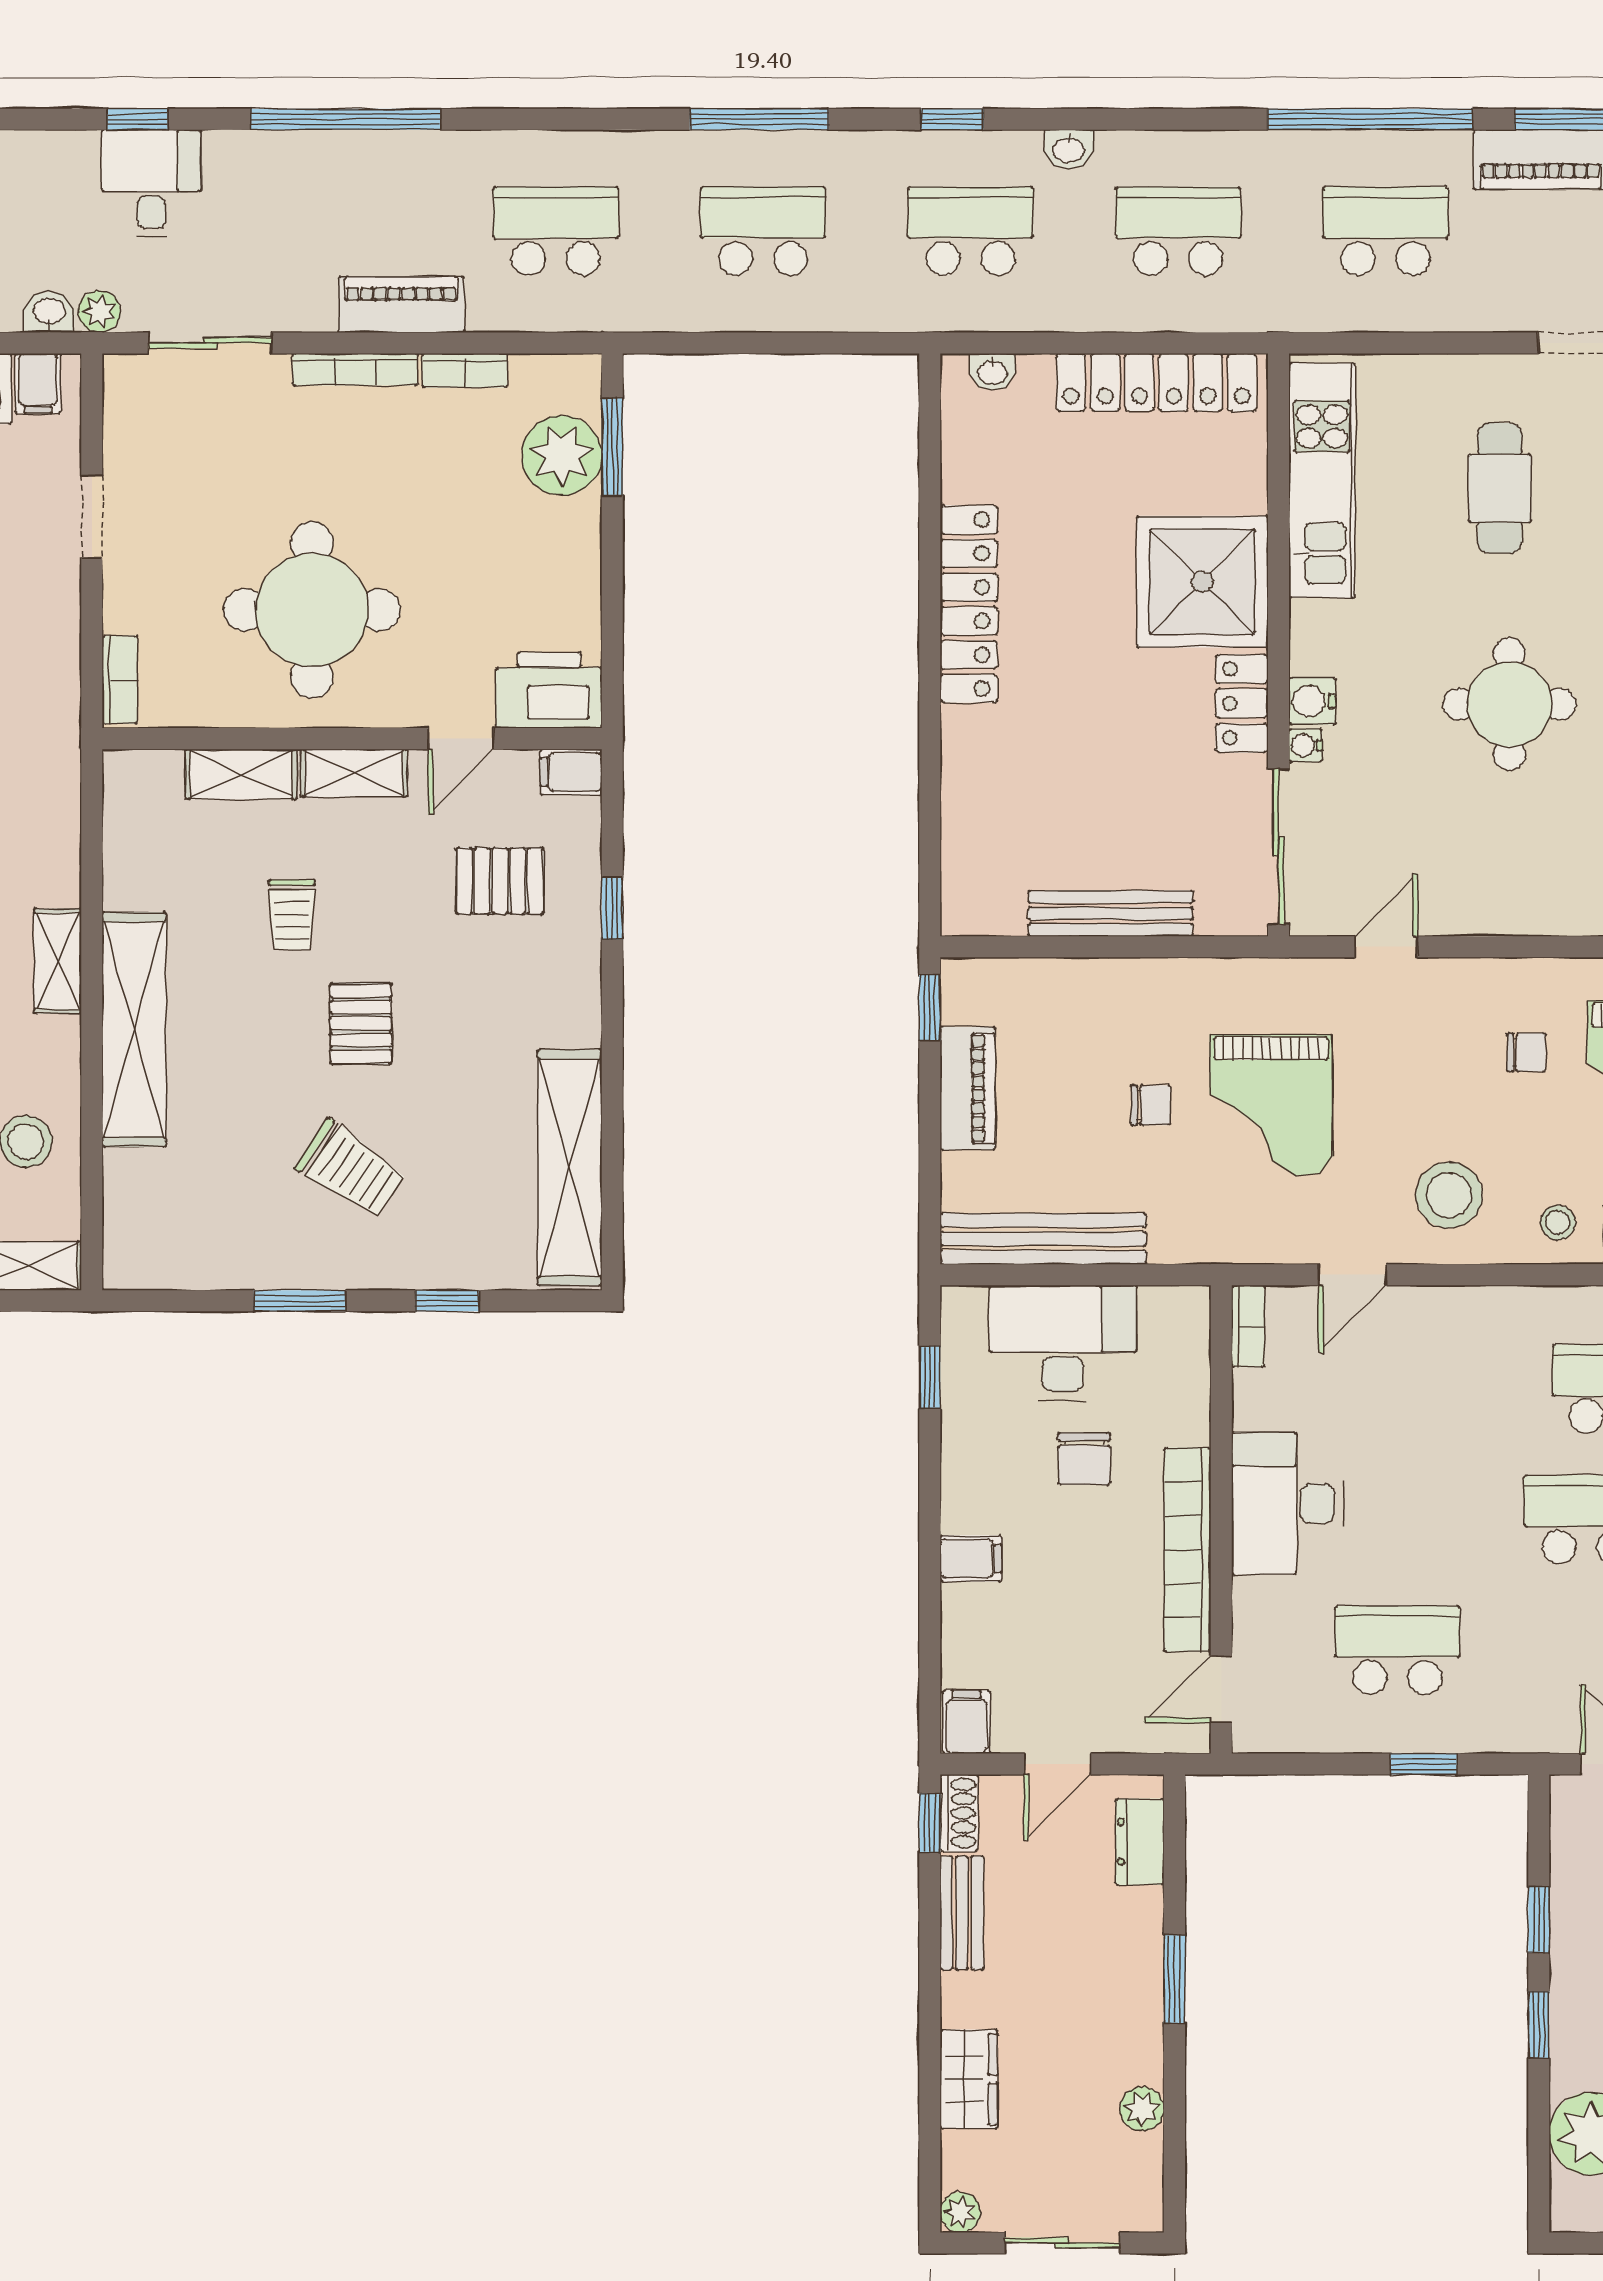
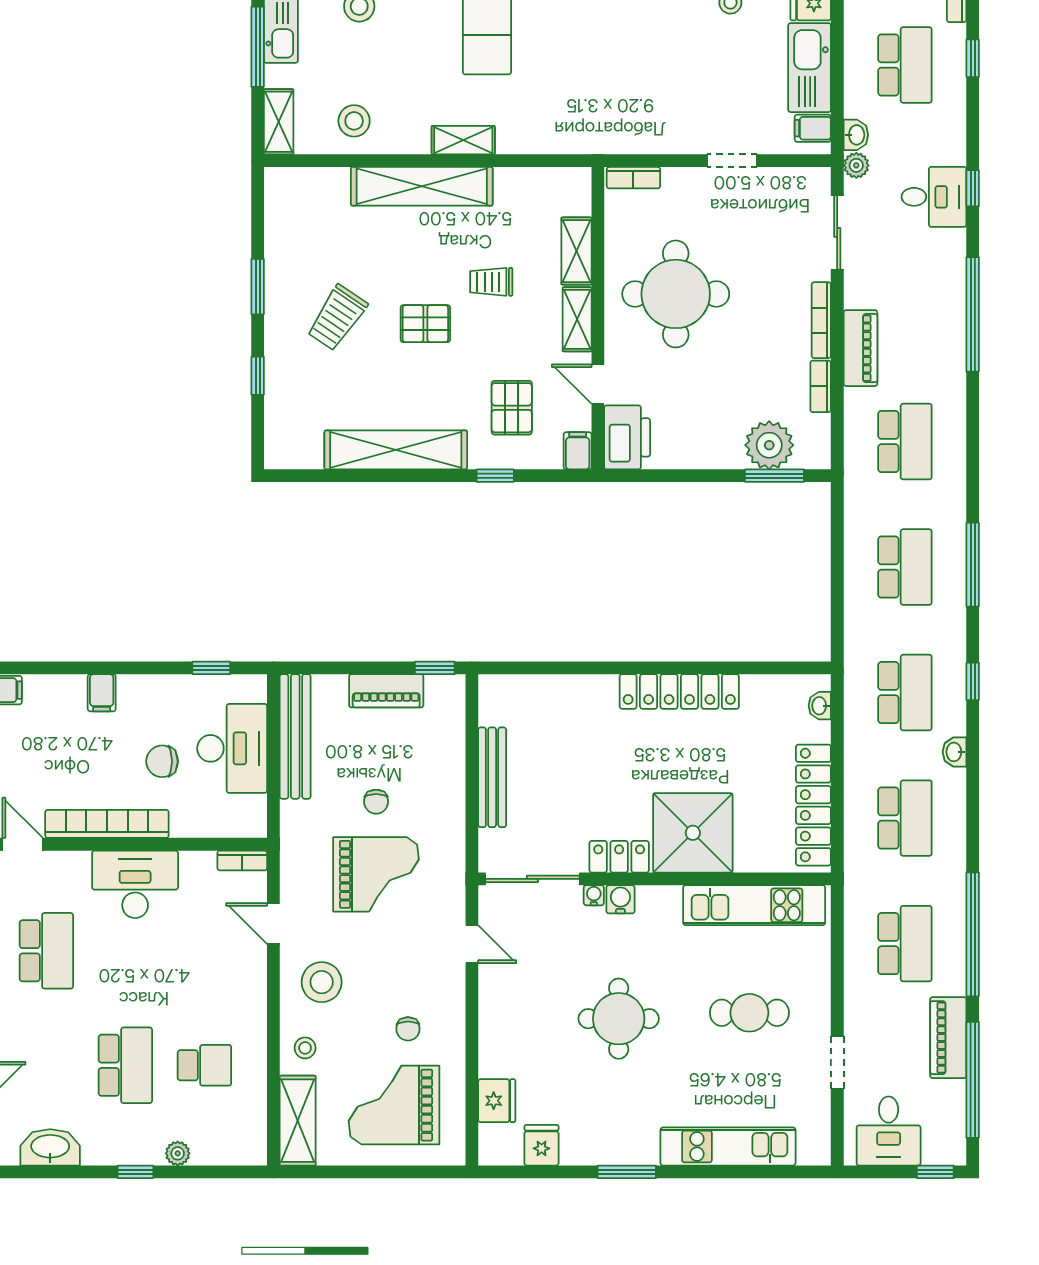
grand piano: (1271, 1105) -> (376, 874), turned 180
shelving: (570, 1168) -> (396, 450), moved

